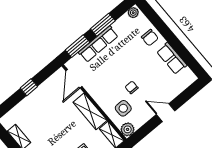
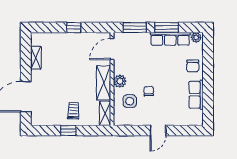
row of seats: (98, 44) -> (170, 39), moved
door: (166, 113) -> (158, 131), swing flipped
plant: (128, 129) -> (120, 81), moved

